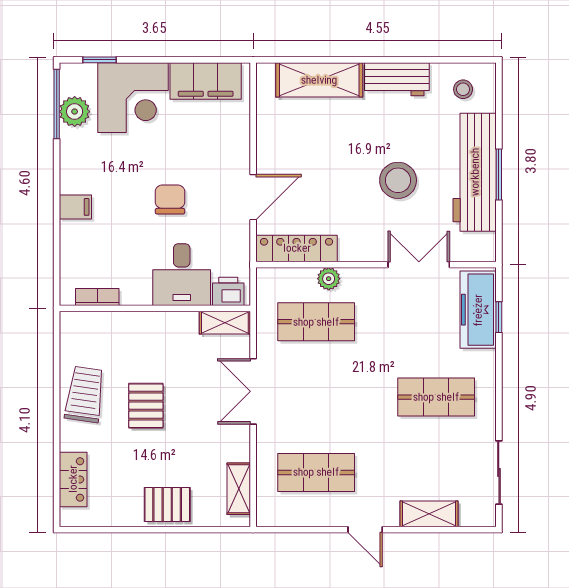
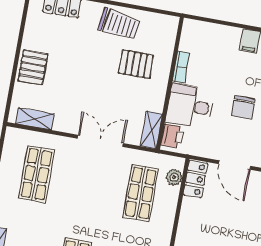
chair: (170, 199) -> (243, 107), turned 90
locker: (297, 248) -> (195, 179), width x0.66
plant: (329, 279) -> (174, 177), moved
bookcase: (97, 297) -> (181, 67), moved
pallet: (146, 406) -> (136, 64), moved

